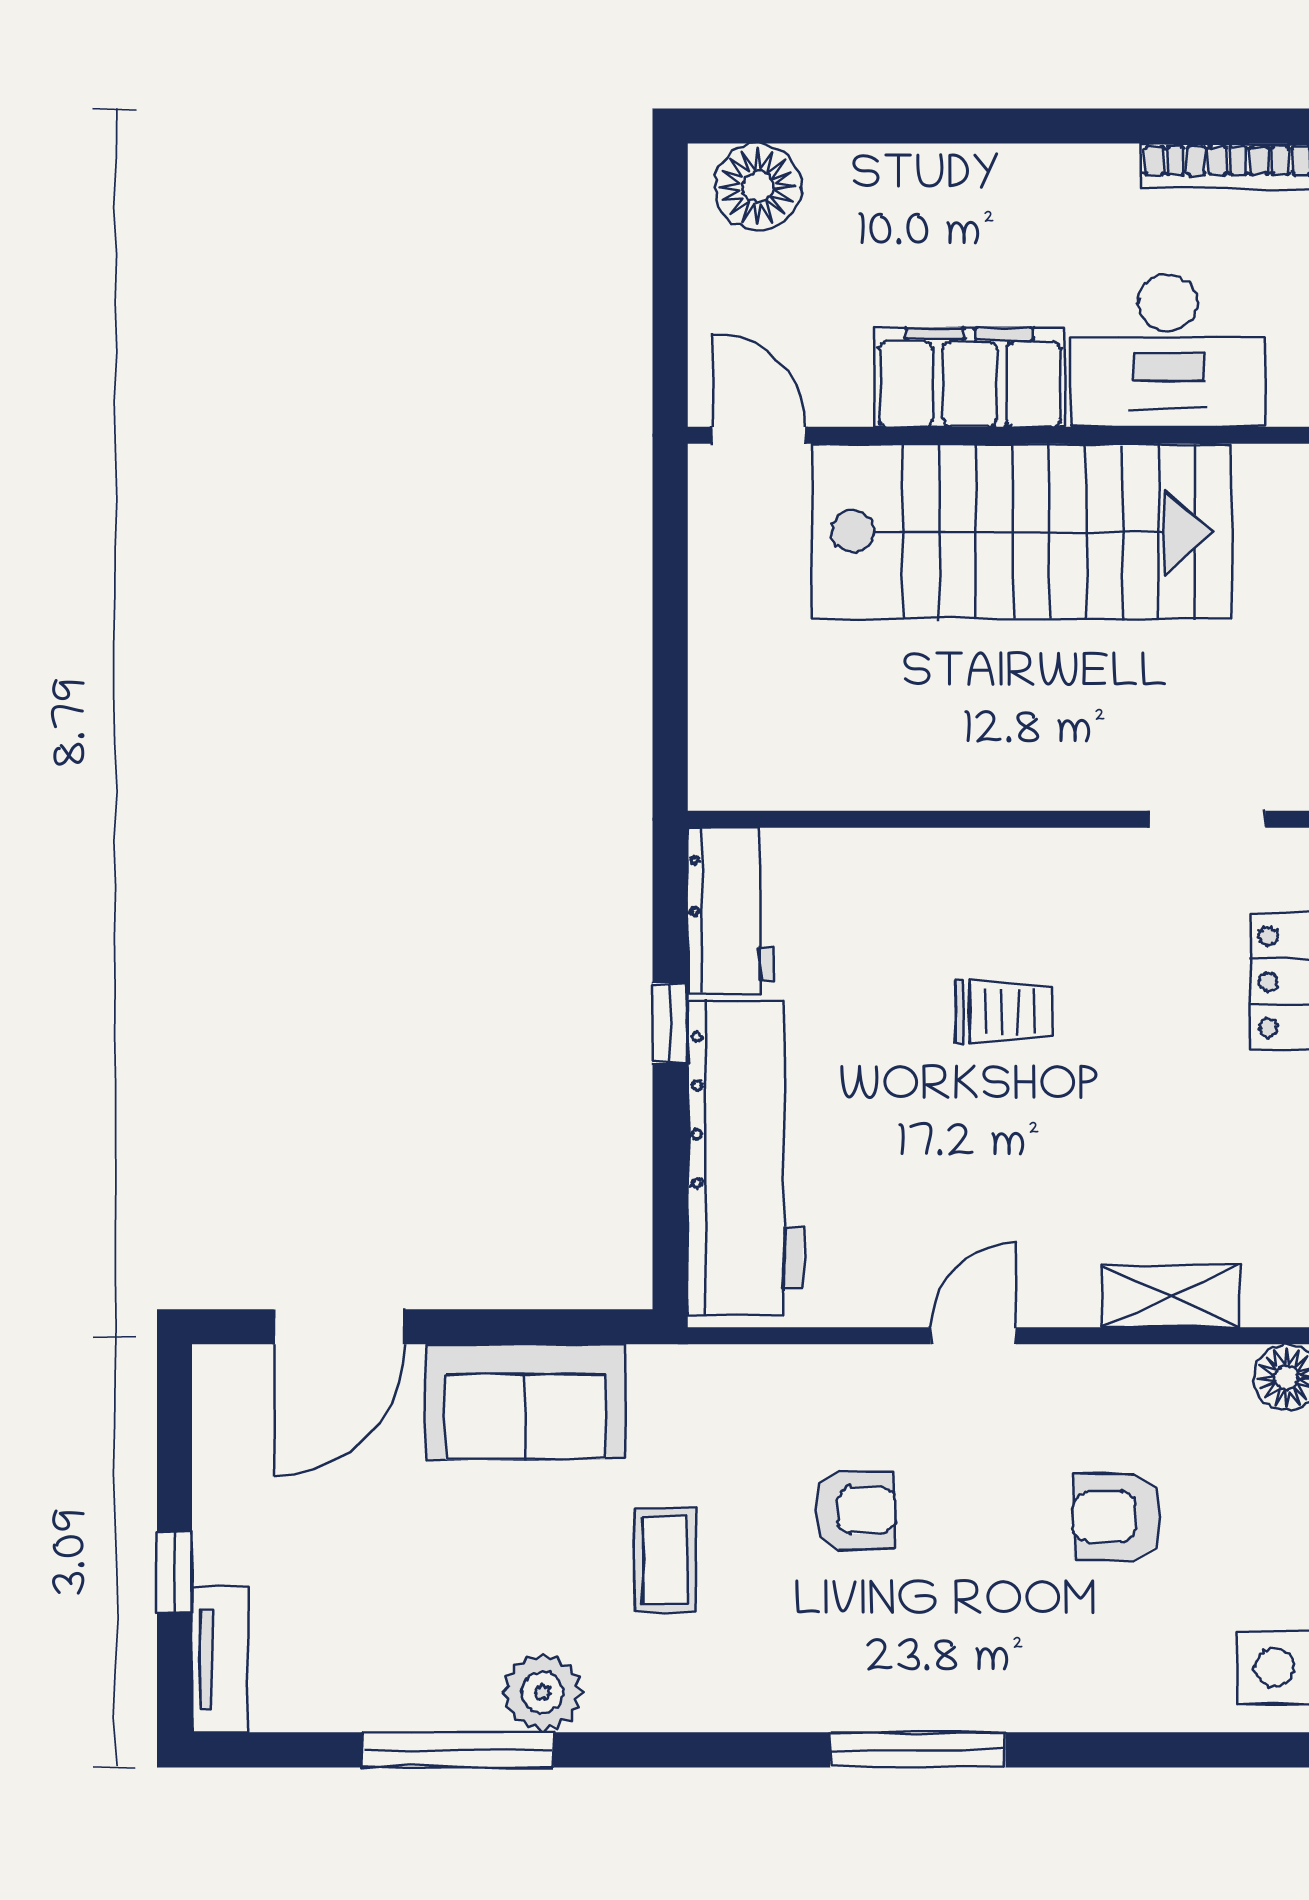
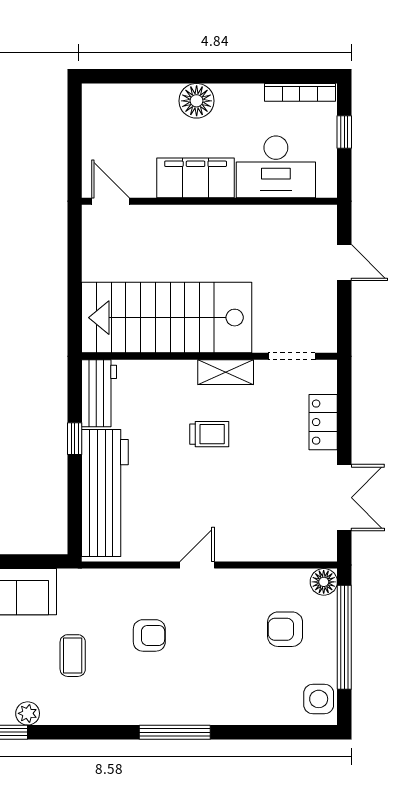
floor lamp: (758, 187) -> (197, 101), moved
stairs: (1021, 531) -> (167, 318), moved, turned 180
shelving: (1170, 1297) -> (226, 372), moved
armchair: (1117, 1517) -> (285, 629), moved
plant: (543, 1692) -> (28, 713), width x0.73, depth x0.73

